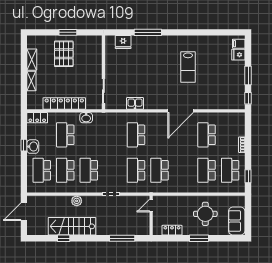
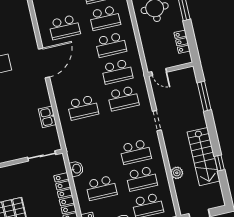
door: (181, 111) -> (44, 63), hinge flipped
school desk: (183, 170) -> (111, 45), added
plant: (77, 201) -> (177, 173), moved

